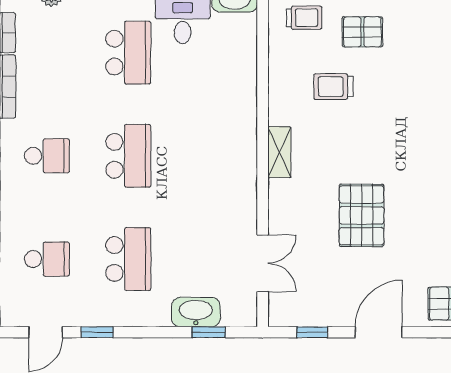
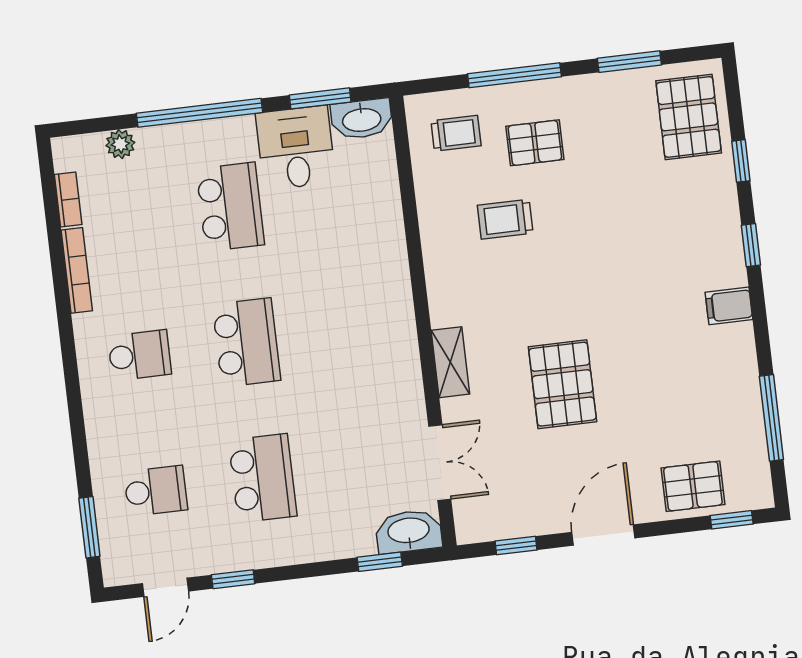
shelving: (279, 152) -> (450, 362), moved
washbasin: (196, 312) -> (409, 531), moved

